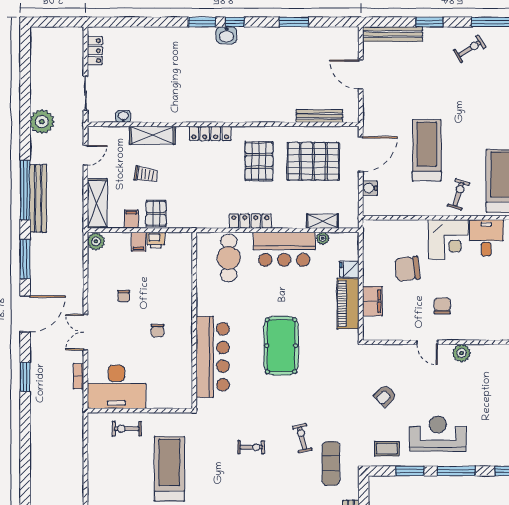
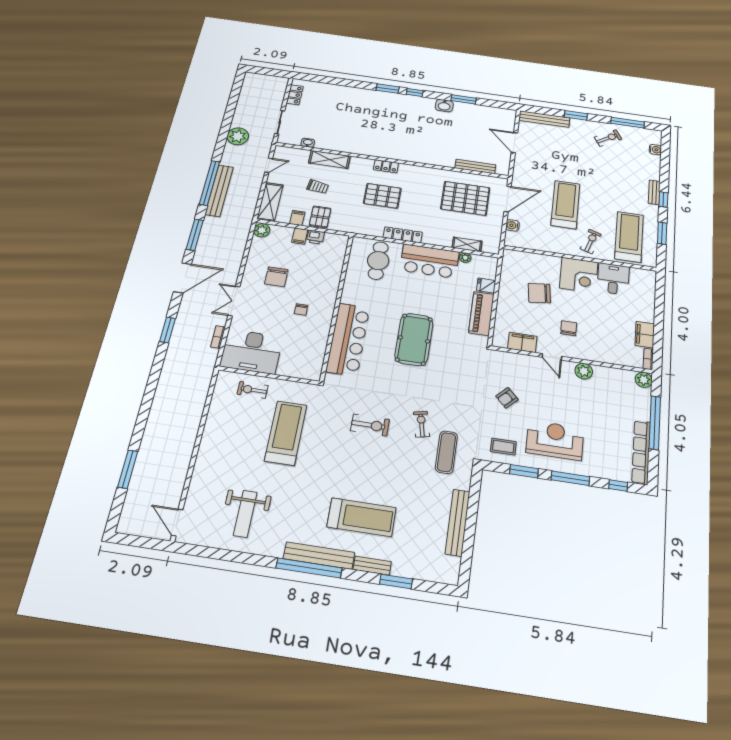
washbasin: (226, 35) -> (444, 106), moved
locker: (210, 133) -> (386, 166), width x0.66
pallet: (259, 161) -> (382, 196), moved, turned 90
chair: (124, 296) -> (276, 277), width x1.87, depth x1.87
filing cabinet: (372, 301) -> (522, 342), moved, turned -90
exercise bike: (251, 447) -> (370, 425), width x1.38, depth x1.39

